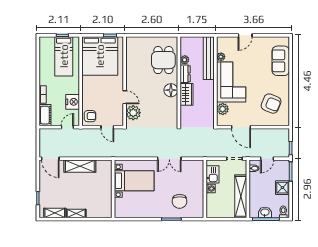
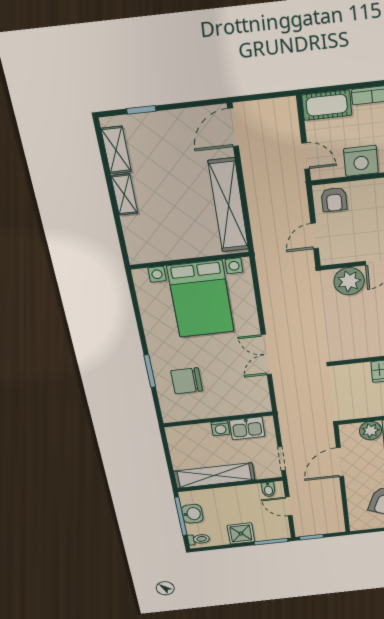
shelving: (80, 166) -> (228, 205), width x1.47
bed with nightstands: (134, 181) -> (201, 299), width x1.36

